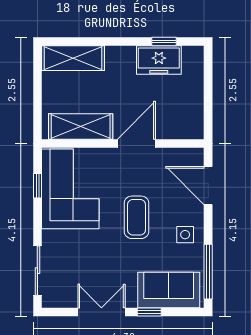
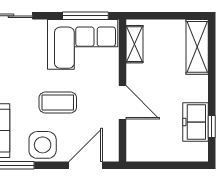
shelving: (81, 126) -> (134, 44), width x0.67, depth x0.75
window: (37, 186) -> (85, 16), width x2.17
side table: (185, 235) -> (43, 145), width x1.87, depth x1.87

